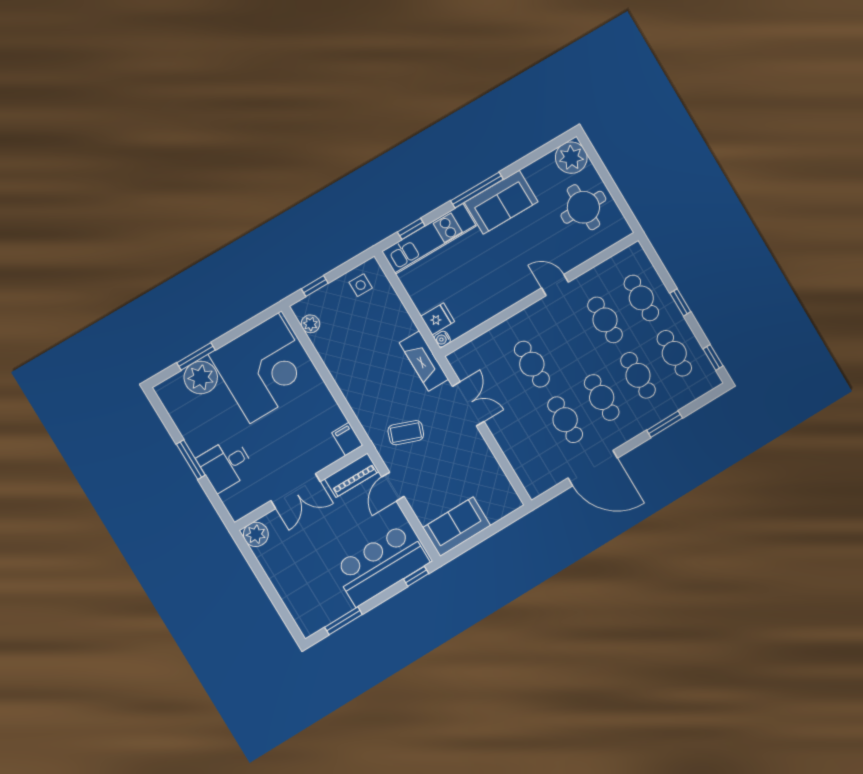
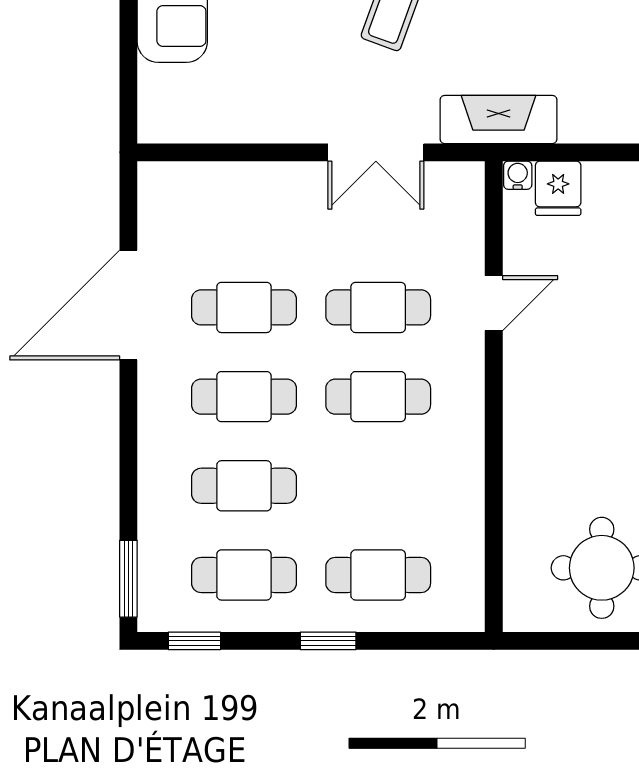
door: (555, 285) -> (494, 303), moved
cafe table: (605, 320) -> (378, 397), moved
window: (665, 424) -> (128, 579), moved

